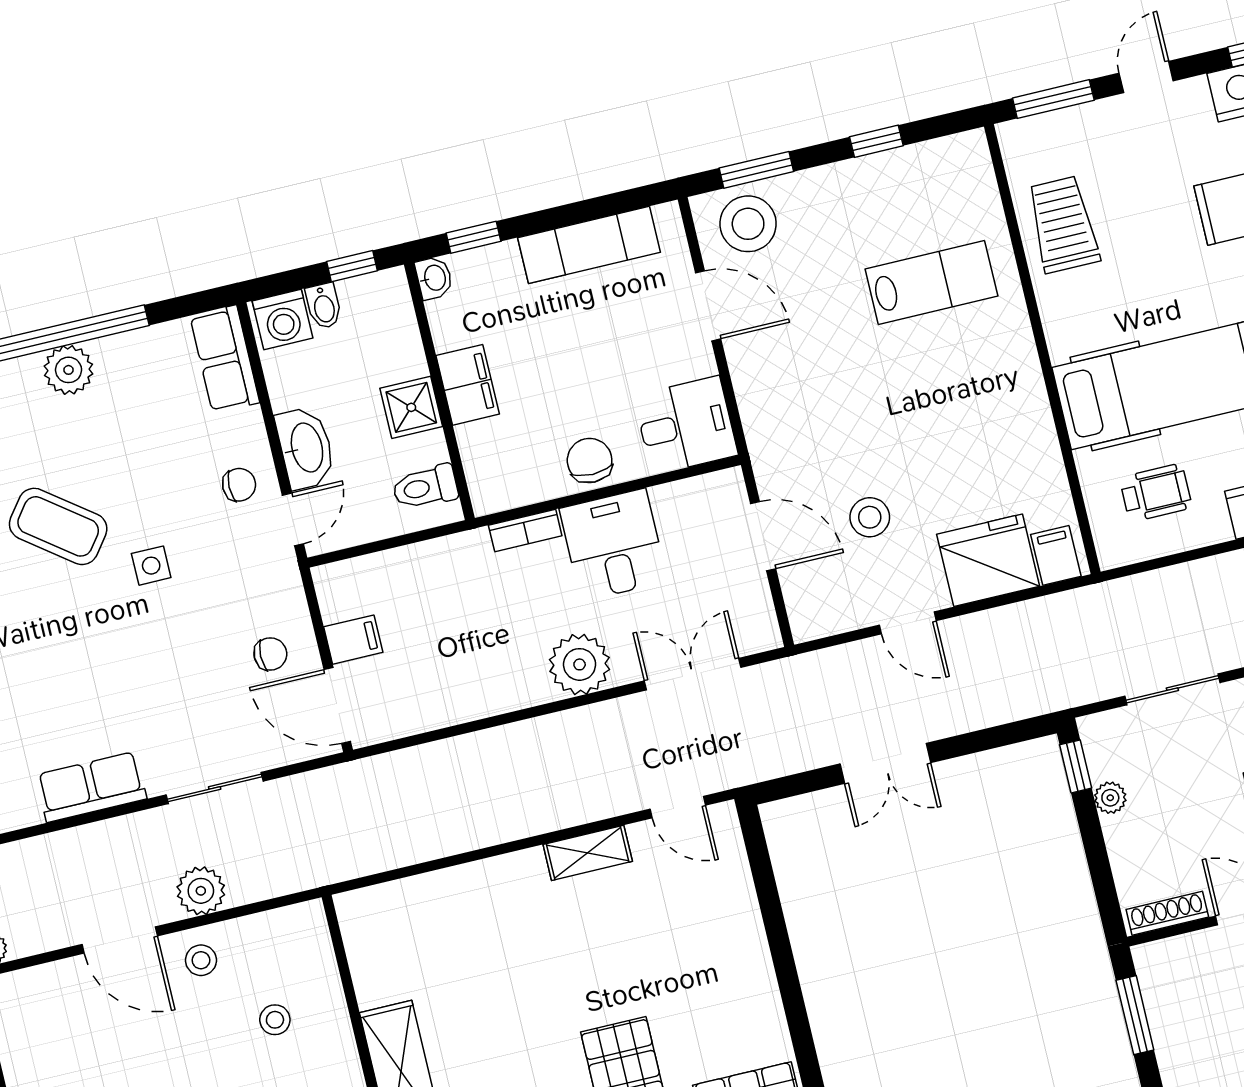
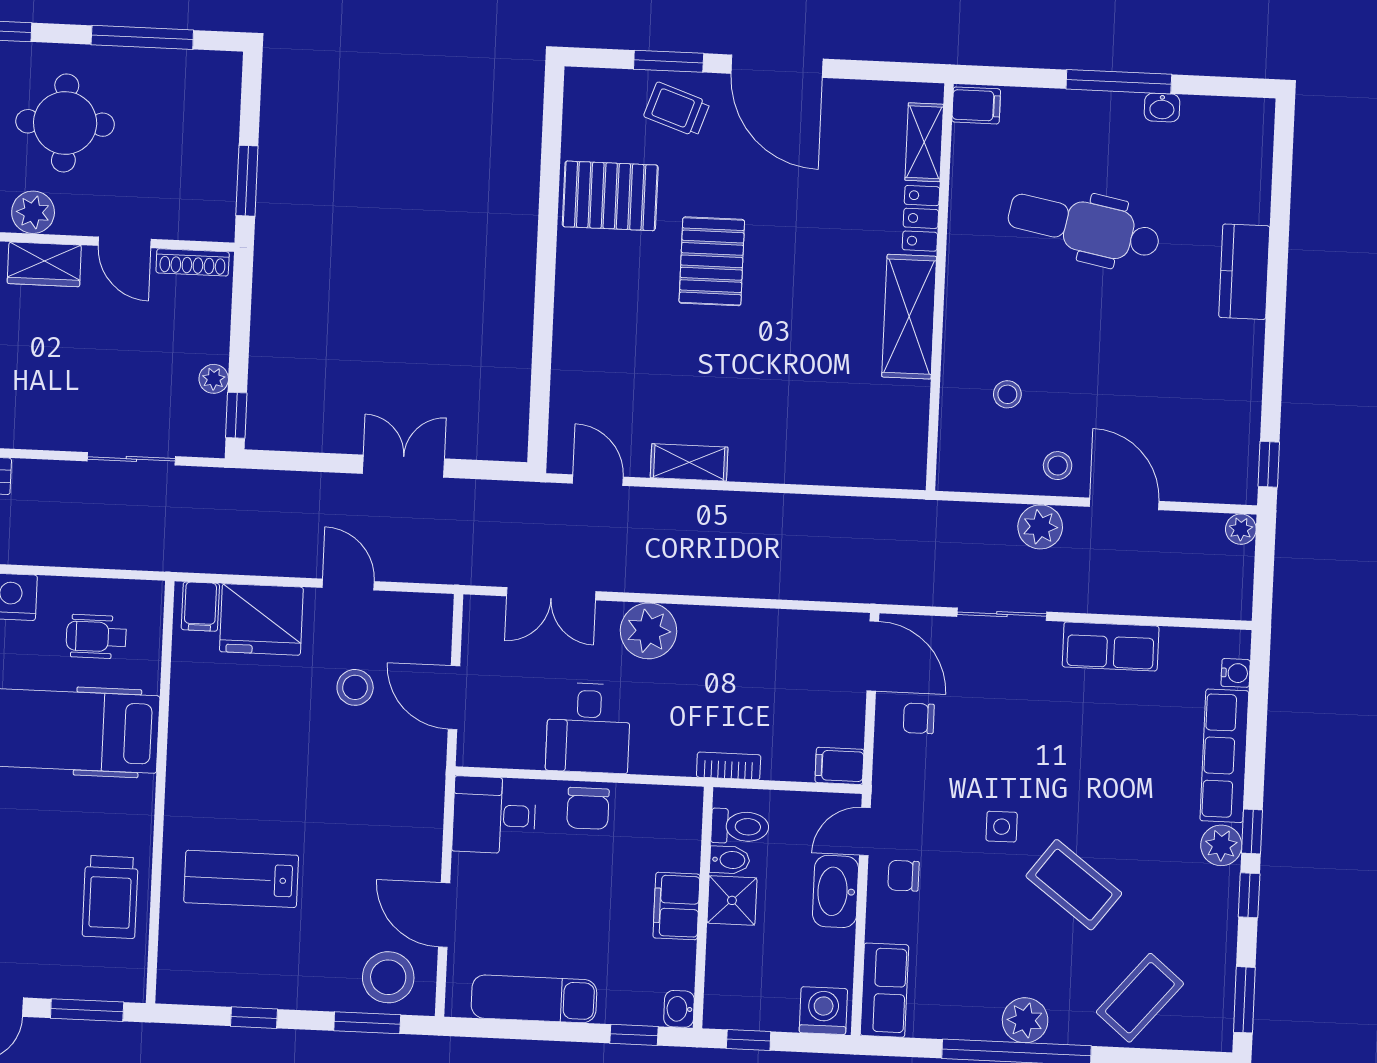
bidet: (324, 306) -> (730, 860), moved, turned 90
bookcase: (525, 530) -> (729, 766), moved
filing cabinet: (353, 640) -> (839, 766), moved

